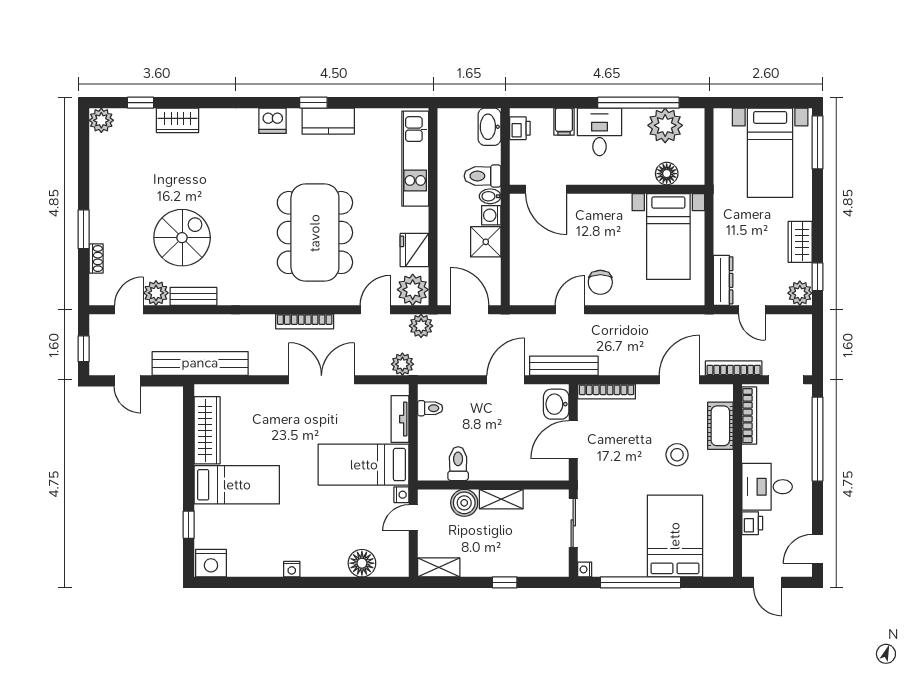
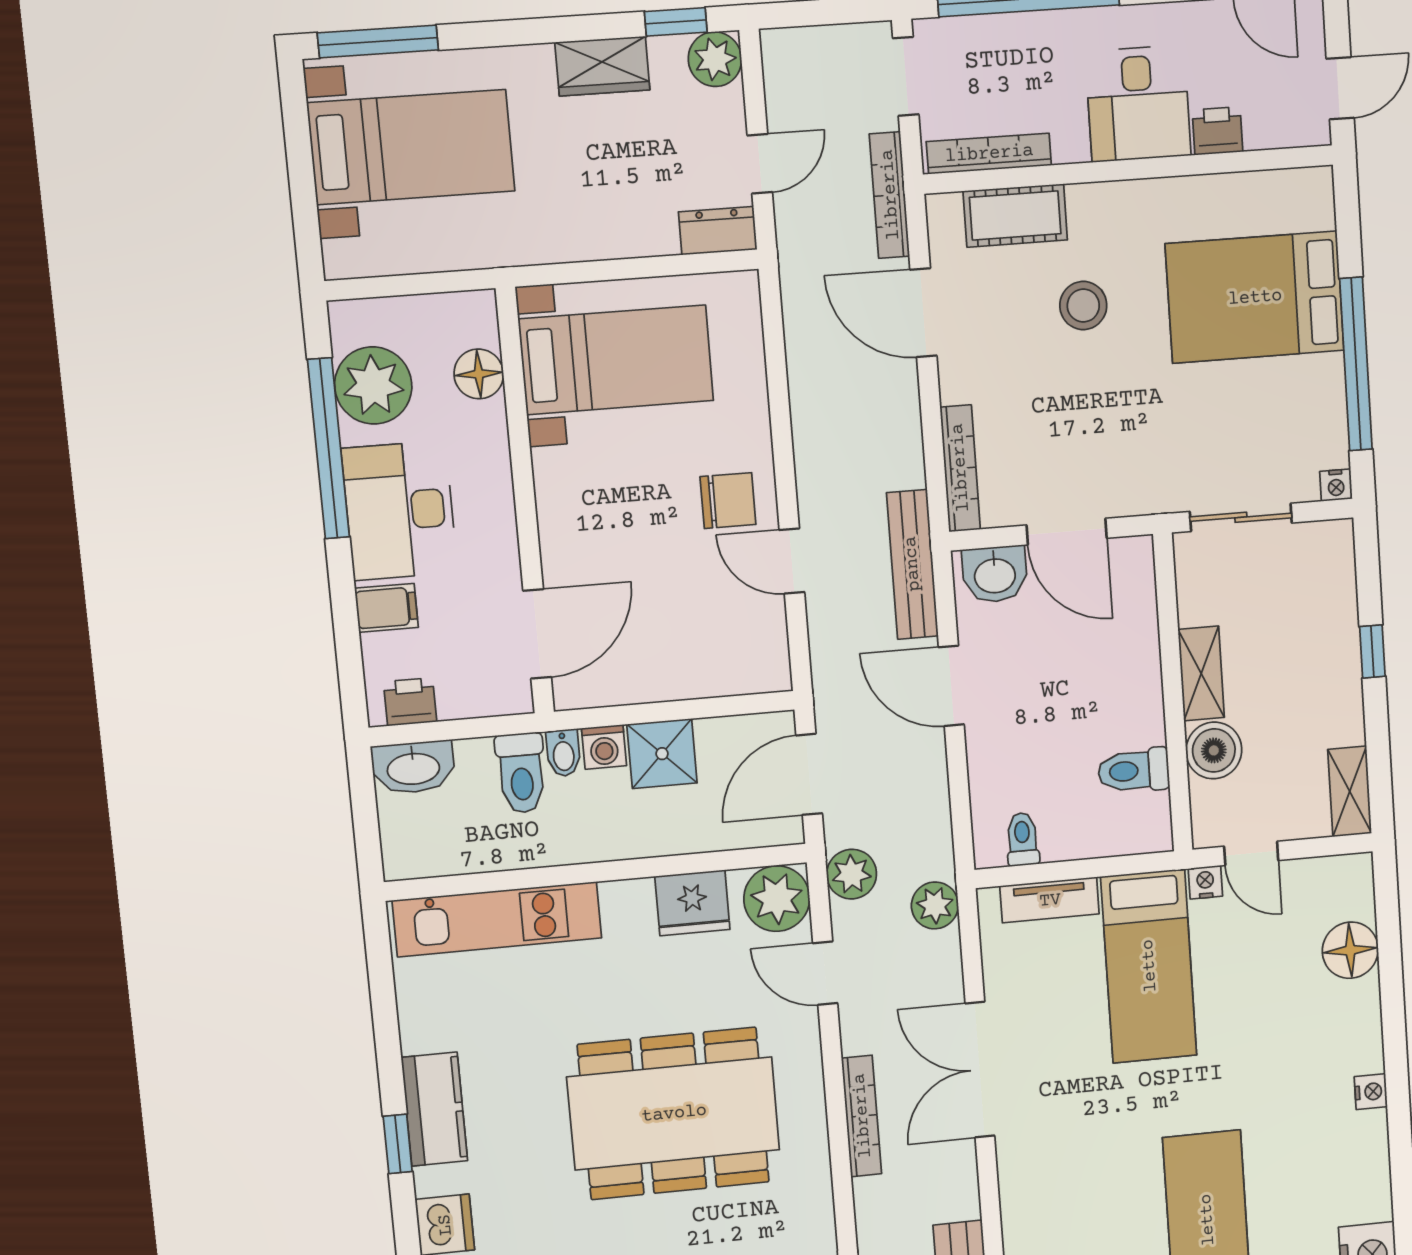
desk: (600, 132) -> (400, 511), width x1.37
dresser: (723, 280) -> (718, 231), width x0.70

